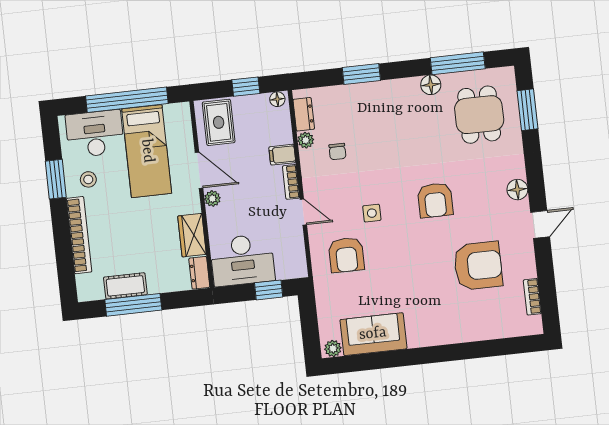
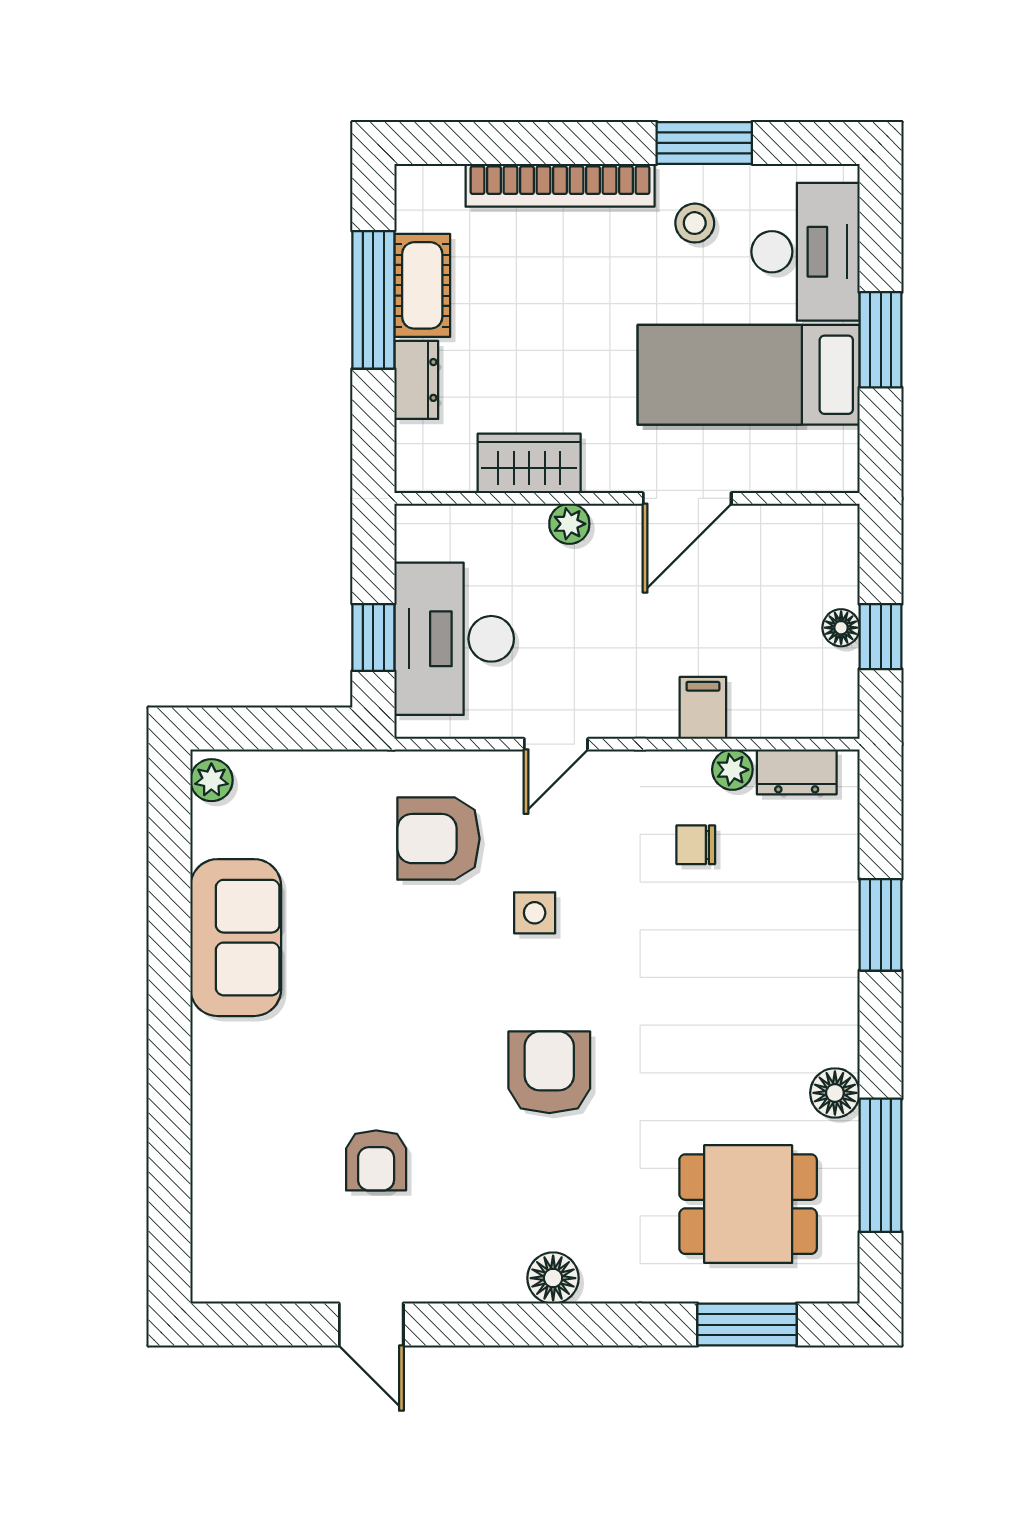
floor lamp: (277, 99) -> (841, 628), moved
window: (127, 100) -> (881, 340), width x0.47
rug: (219, 122) -> (800, 560), removed
bookcase: (291, 182) -> (633, 722), removed
plant: (212, 199) -> (569, 524), moved
armchair: (435, 200) -> (549, 1072), turned 90
door: (540, 224) -> (371, 1325), moved
desk: (242, 260) -> (454, 639), moved
armchair: (478, 266) -> (376, 1160), width x0.53, depth x0.53
dresser: (199, 273) -> (416, 380), moved, turned 90
bookcase: (532, 297) -> (285, 1286), removed
sofa: (373, 334) -> (236, 938), moved

